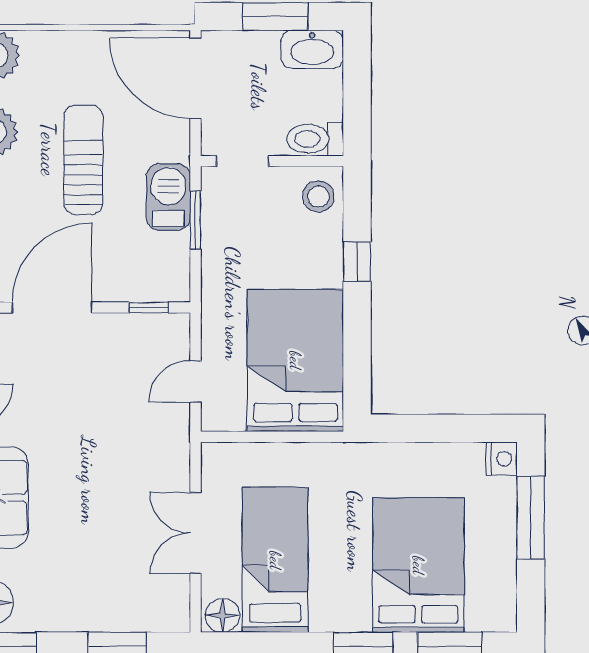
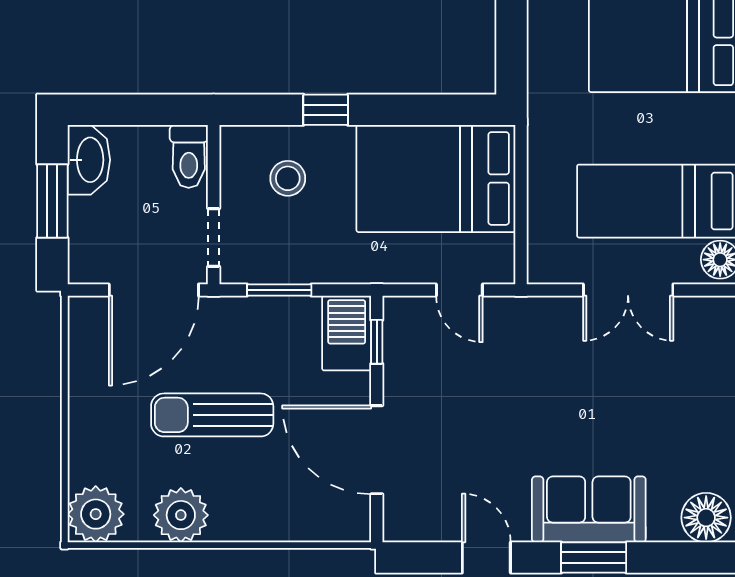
door: (195, 78) -> (154, 290), moved
stool: (319, 196) -> (288, 178), moved
barbecue: (168, 197) -> (347, 333), moved, turned 90

